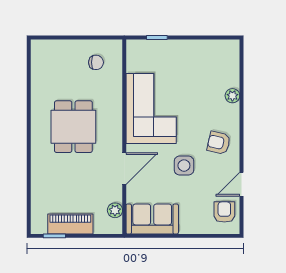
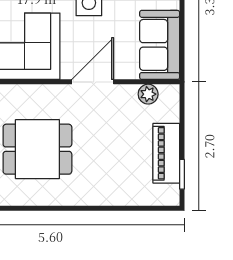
door: (124, 169) -> (93, 82), hinge flipped

